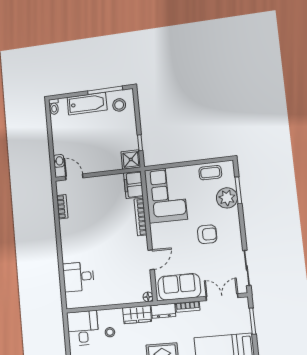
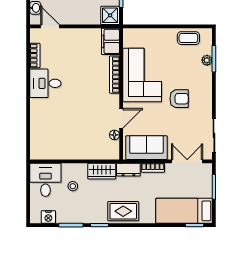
corner sofa: (166, 195) -> (142, 75), moved
plant: (227, 198) -> (207, 60), width x0.53, depth x0.53
desk: (78, 277) -> (45, 83), moved
floor lamp: (148, 297) -> (114, 135), moved

